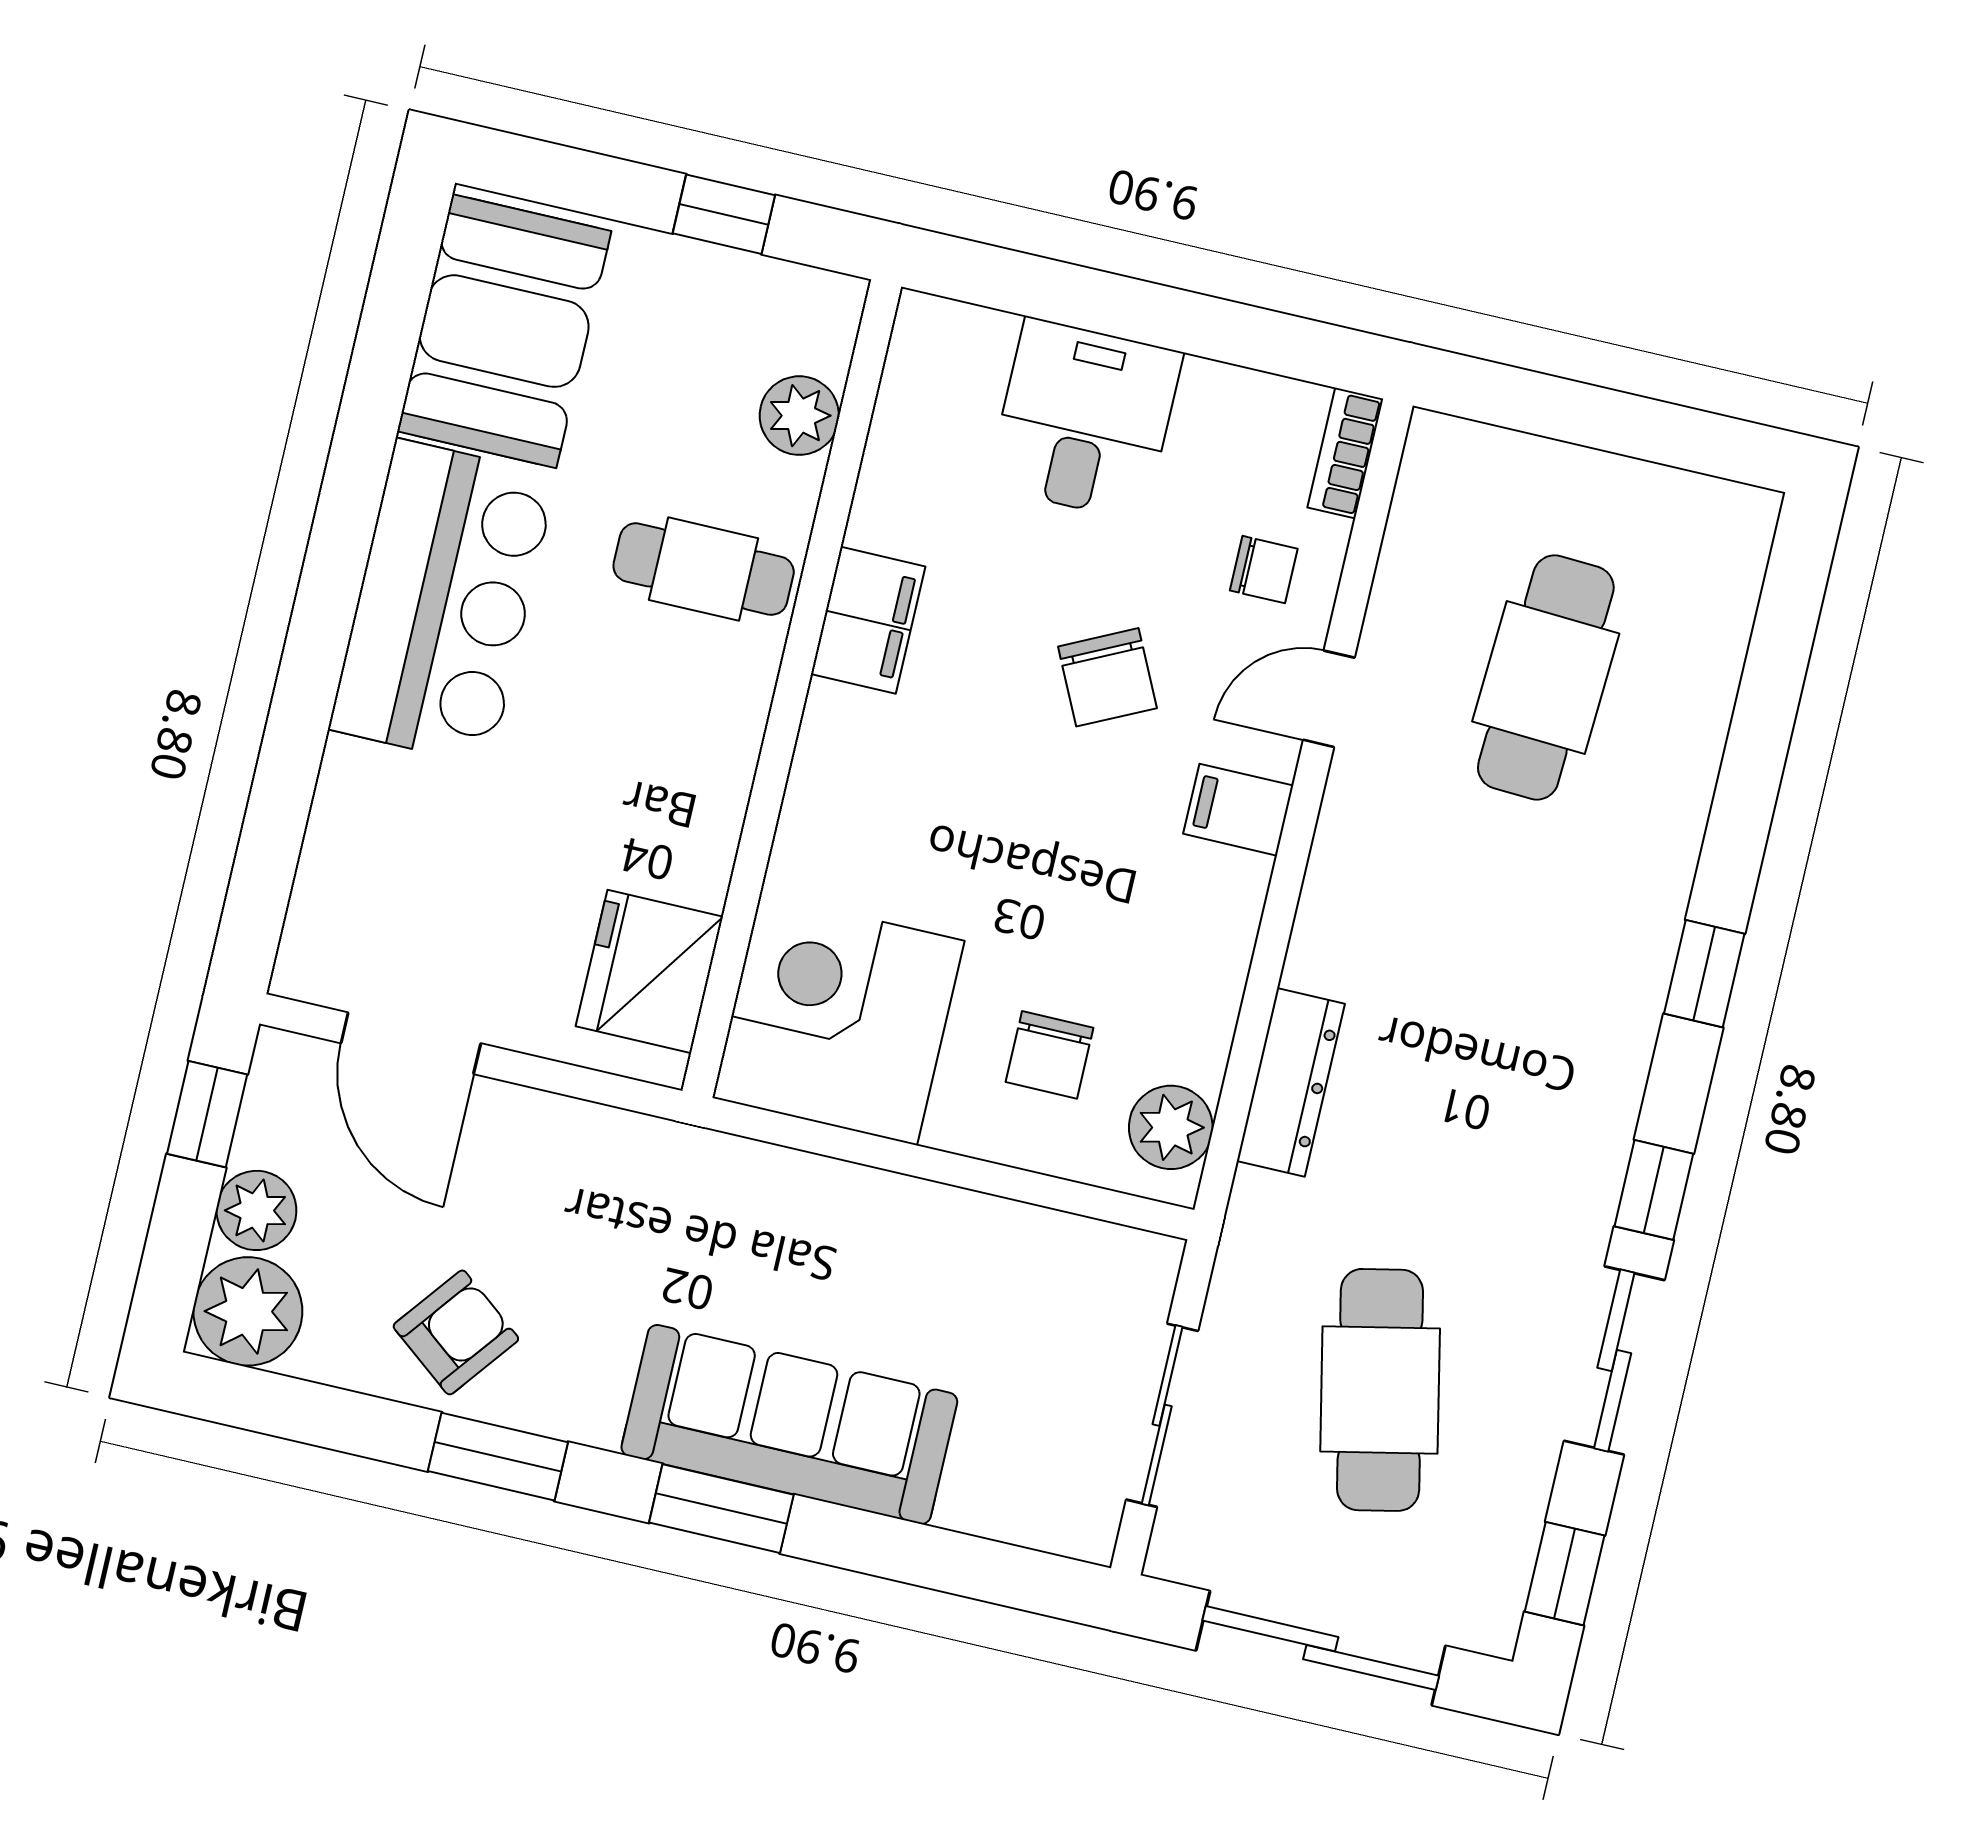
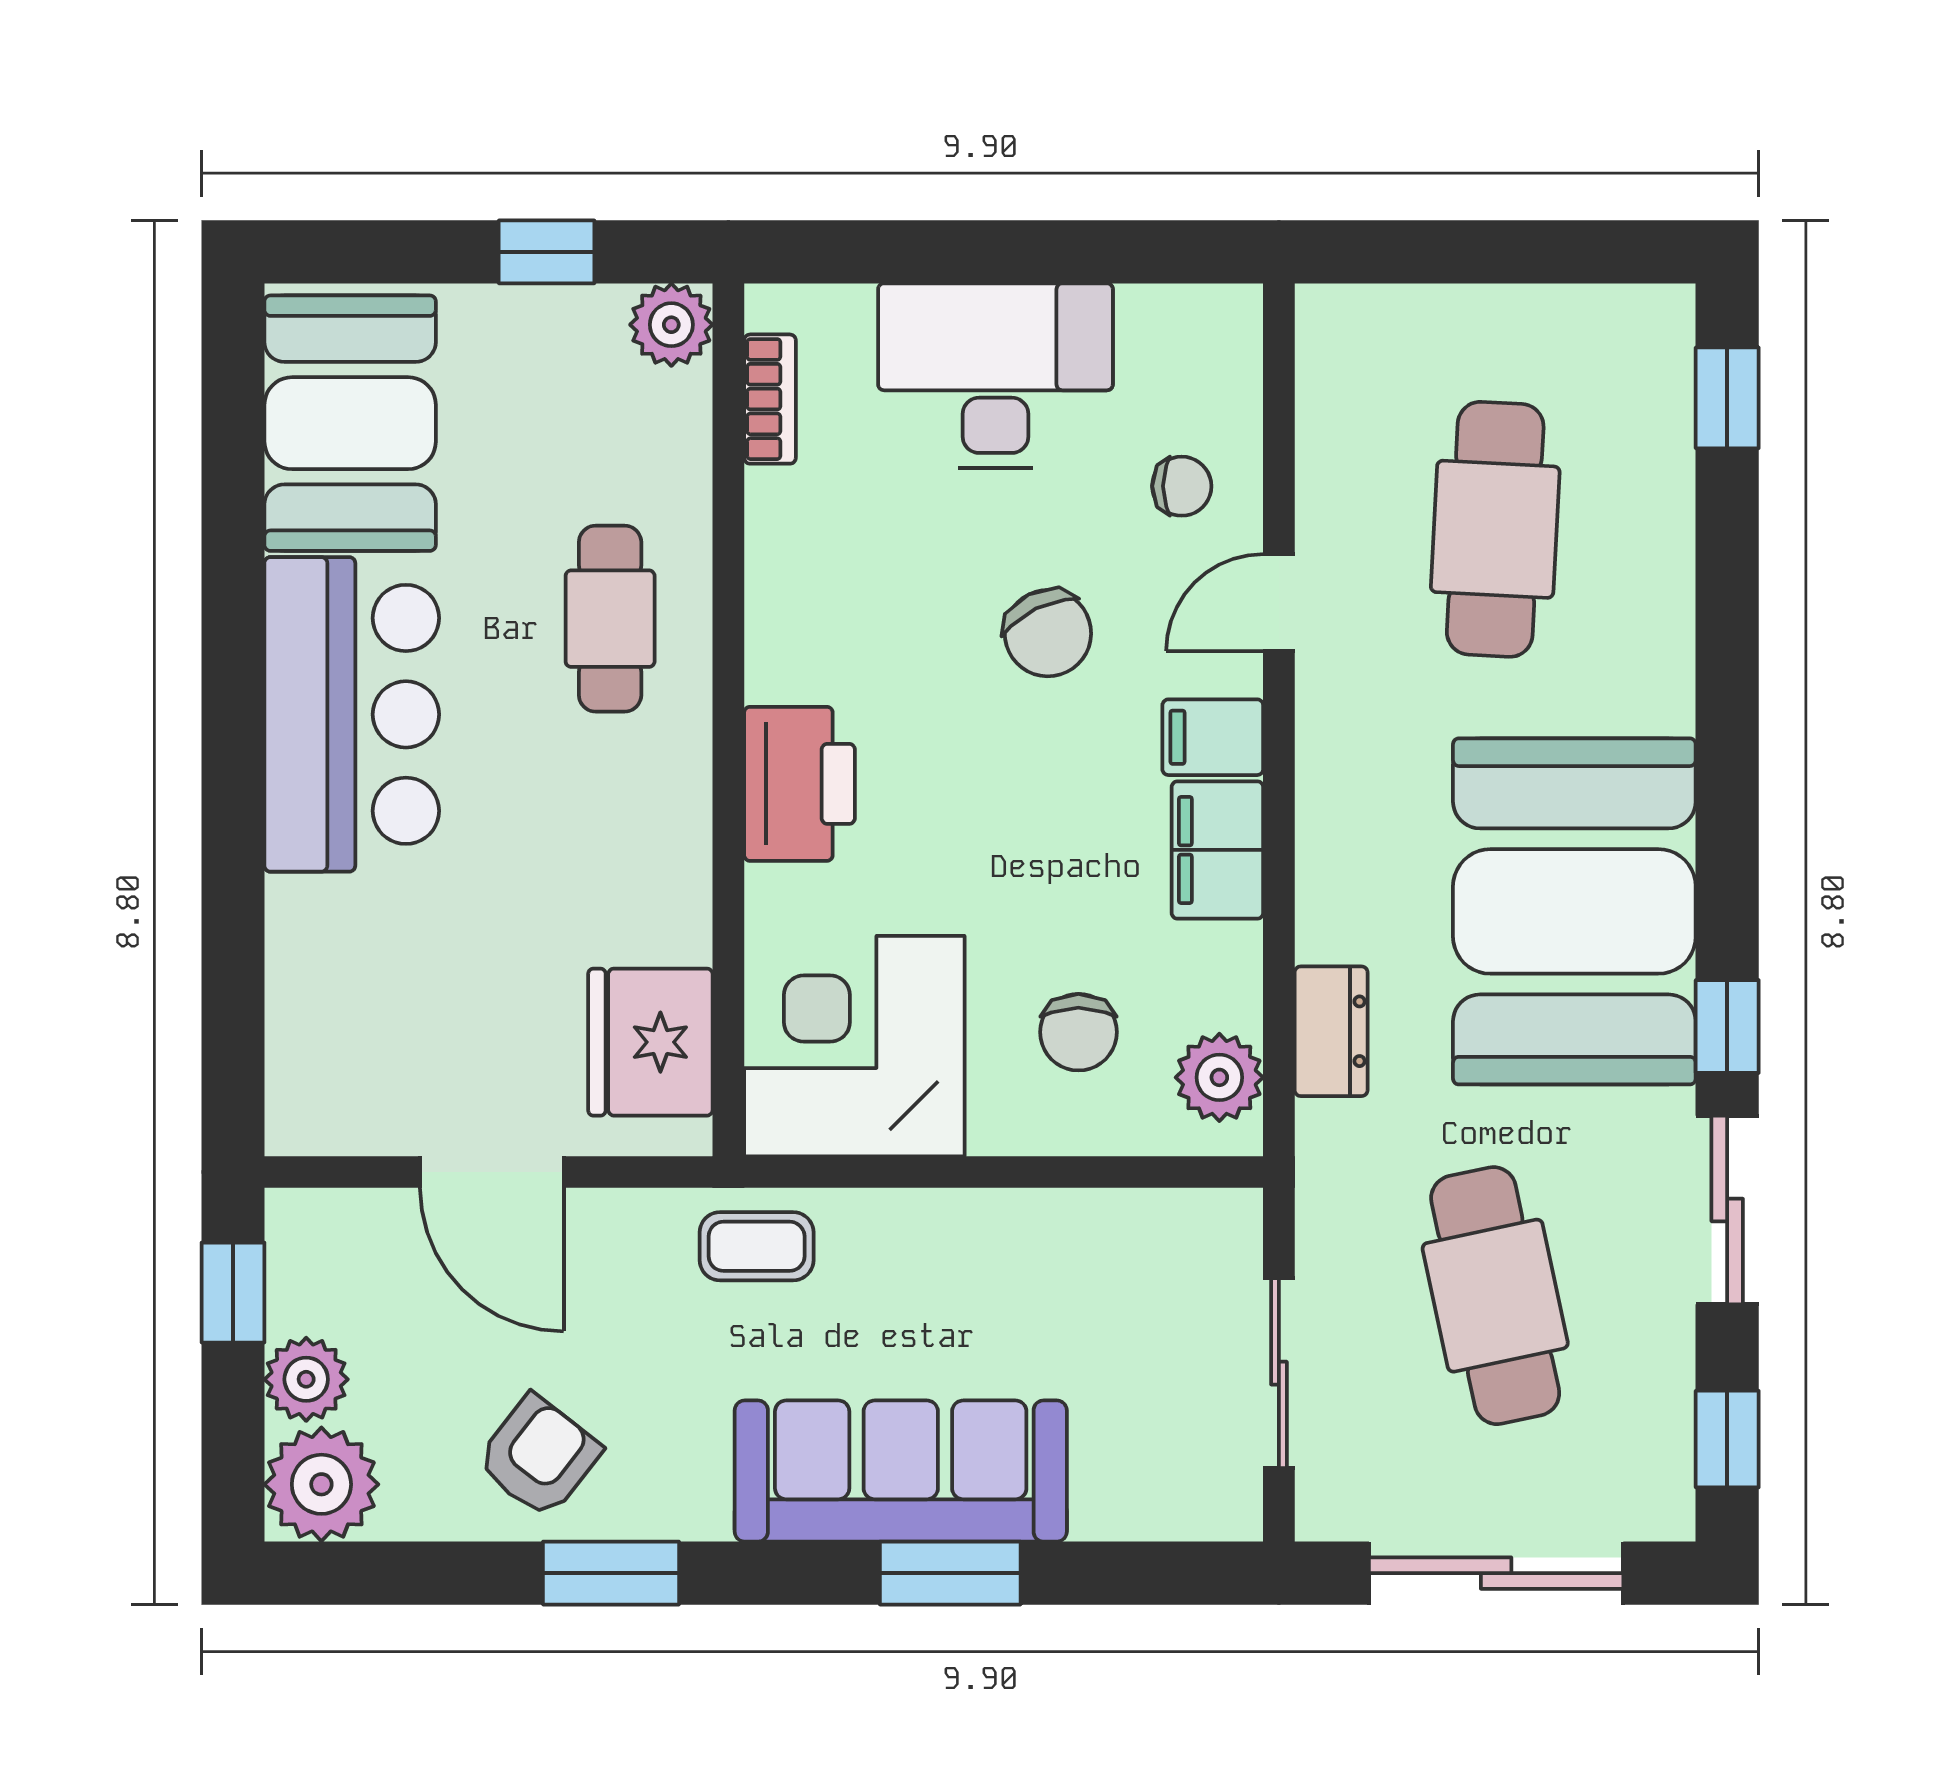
plant: (799, 416) -> (671, 325), moved
desk: (1085, 420) -> (995, 376), width x1.37
bookcase: (1345, 453) -> (770, 399), moved, turned 180
cafe table: (704, 569) -> (610, 619), turned 90
filing cabinet: (868, 620) -> (1217, 850), moved, turned 180
printer: (844, 764) -> (800, 784), added
window: (1704, 974) -> (1727, 398), moved
door: (411, 1043) -> (492, 1172), moved
booth: (1537, 1050) -> (1574, 911), added
dresser: (1291, 1082) -> (1331, 1031), width x0.70
coffee table: (704, 1184) -> (757, 1246), added
window: (721, 1509) -> (950, 1573), moved

